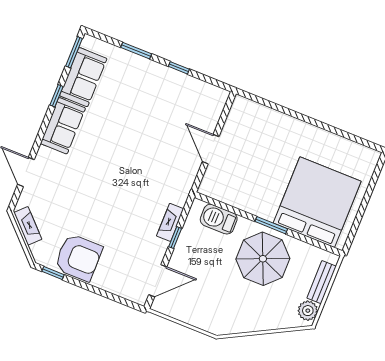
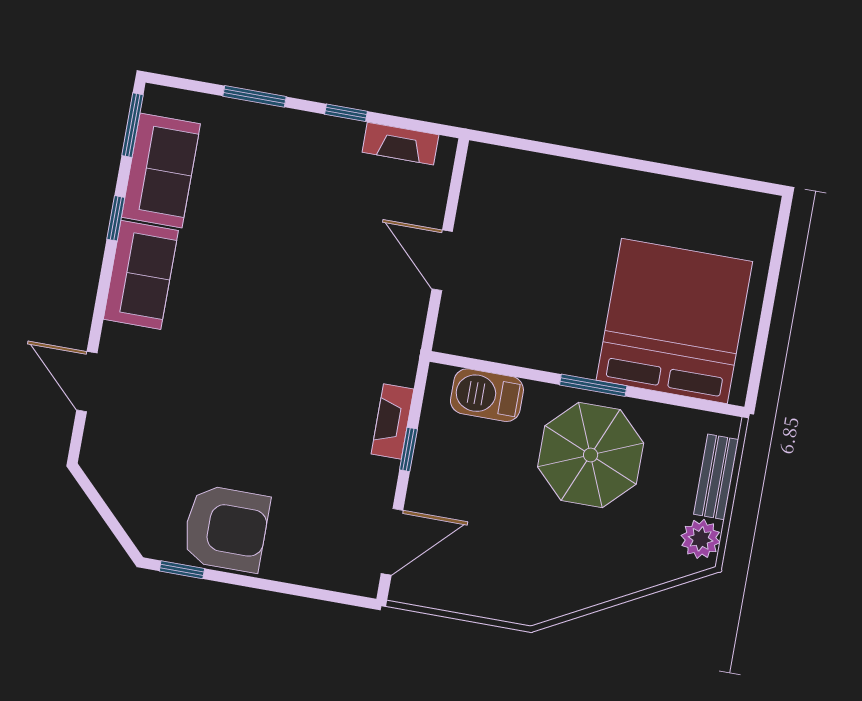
fireplace: (28, 226) -> (400, 144), moved, turned 135

